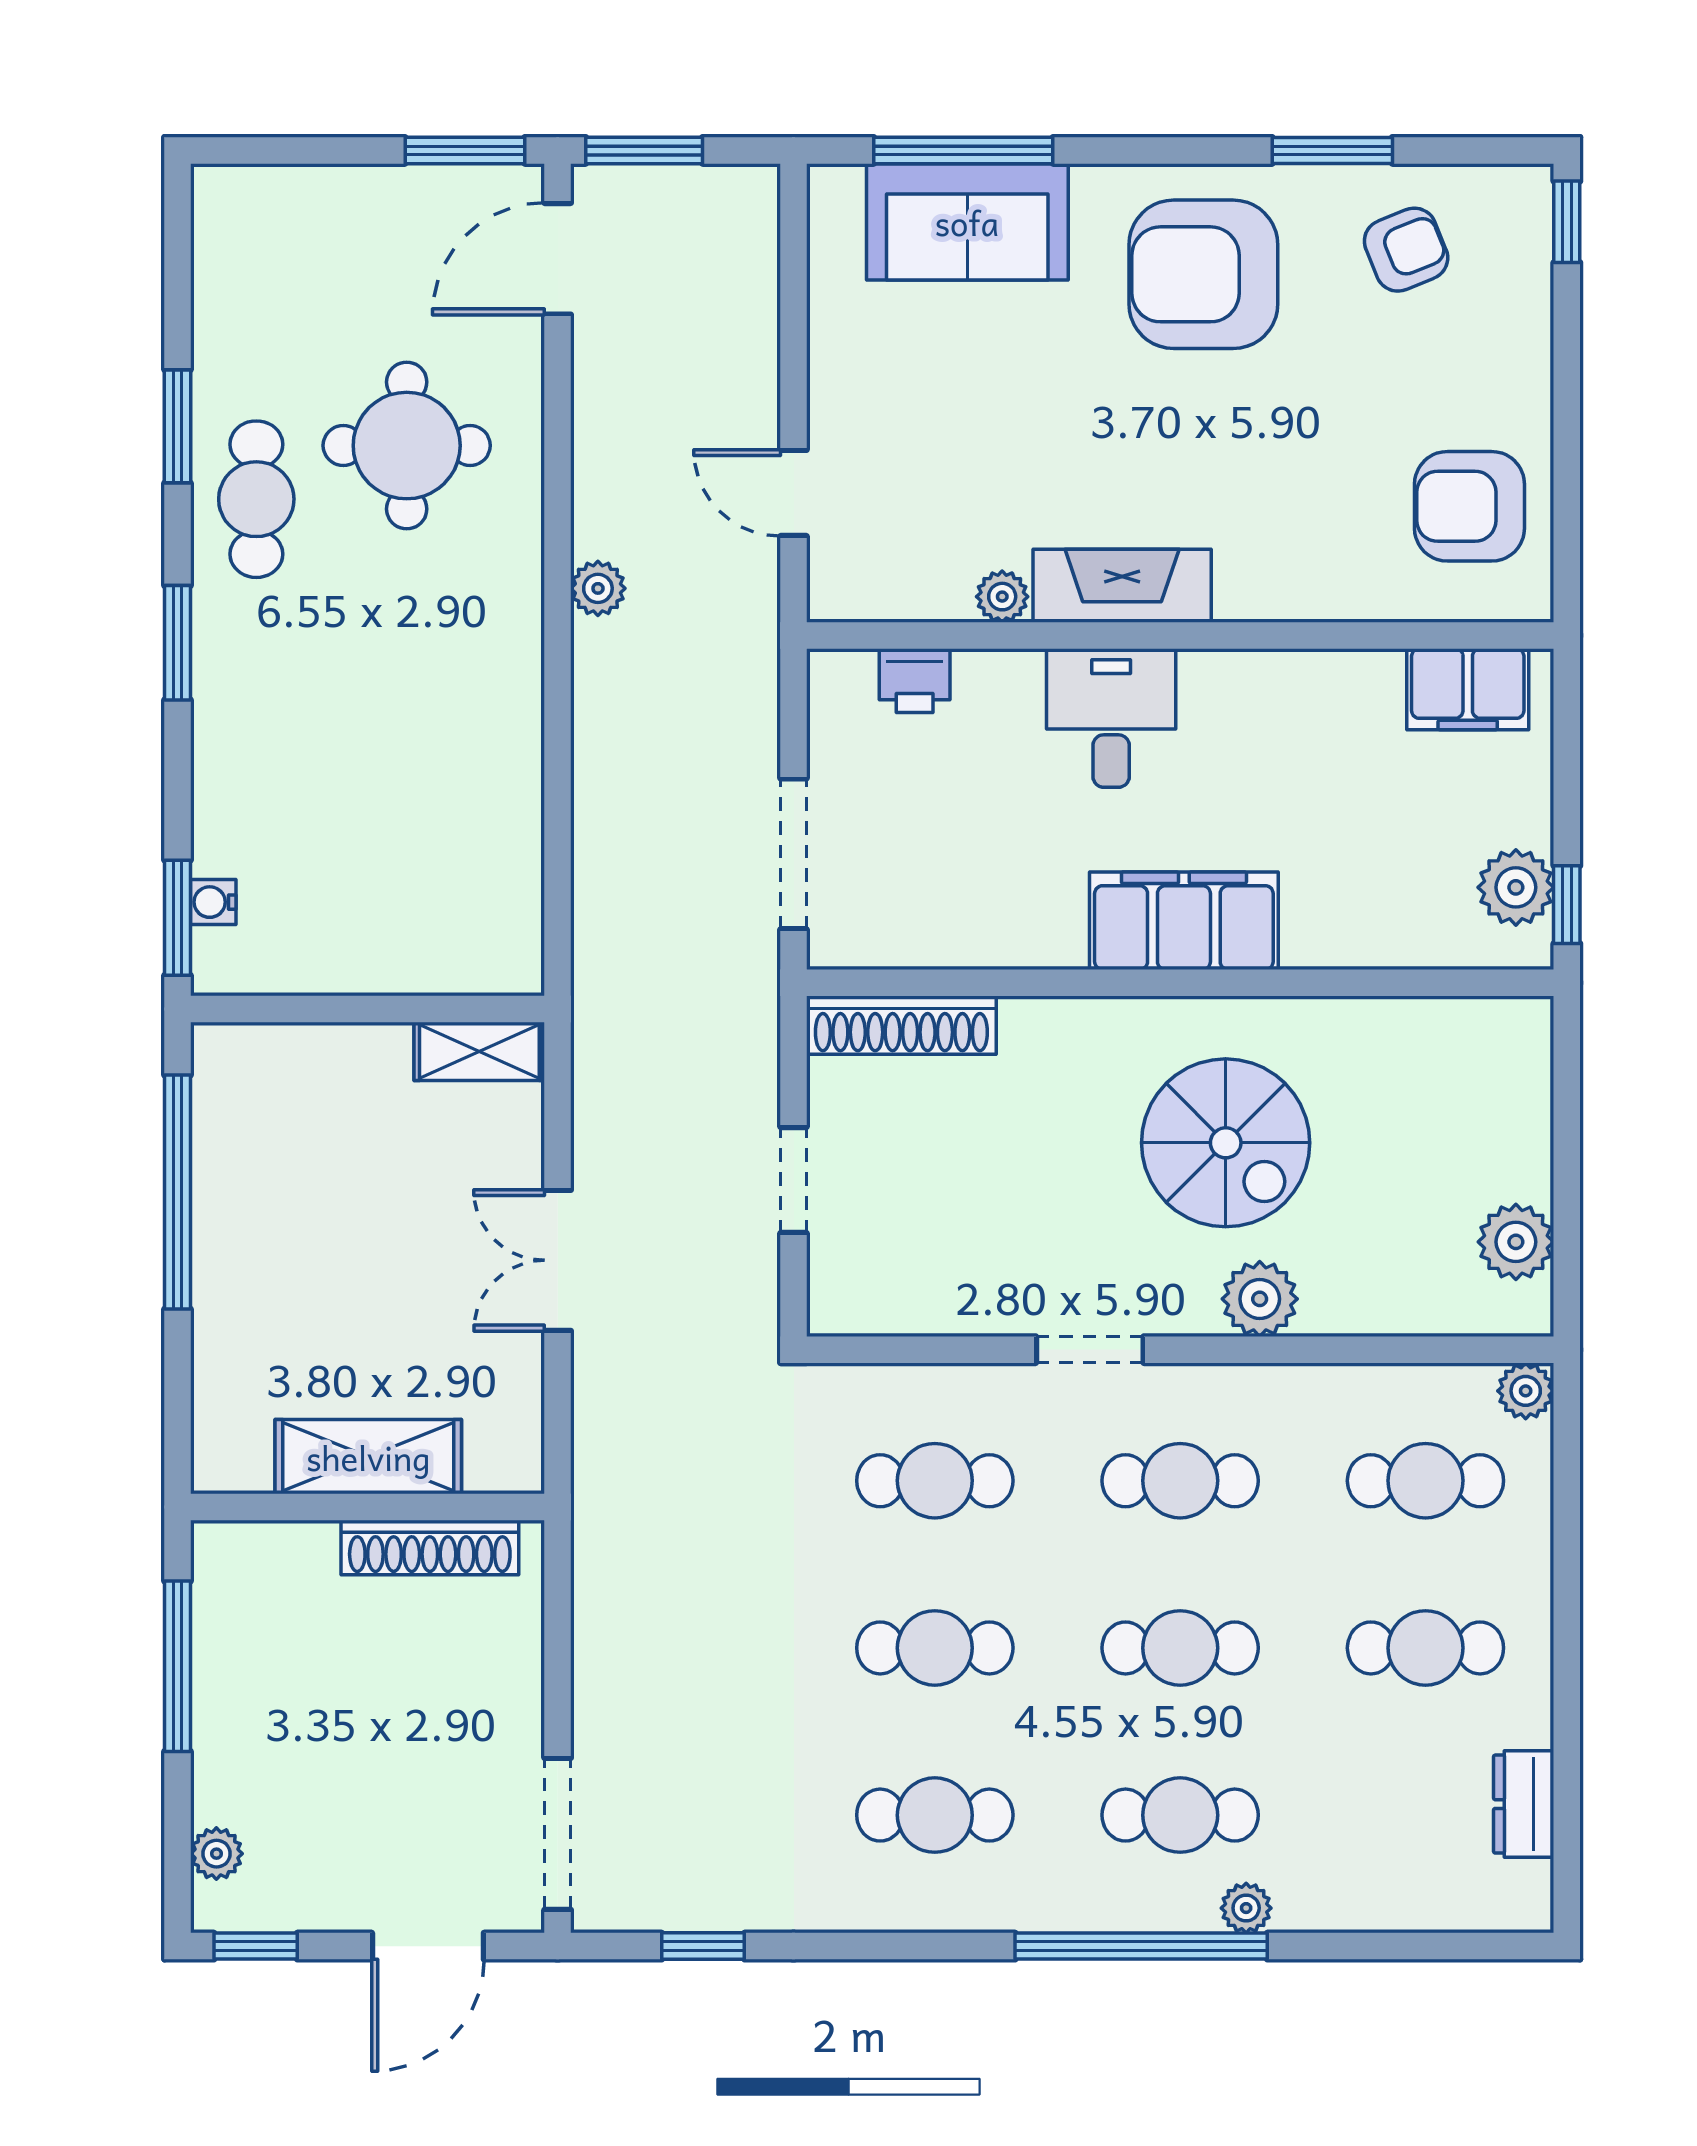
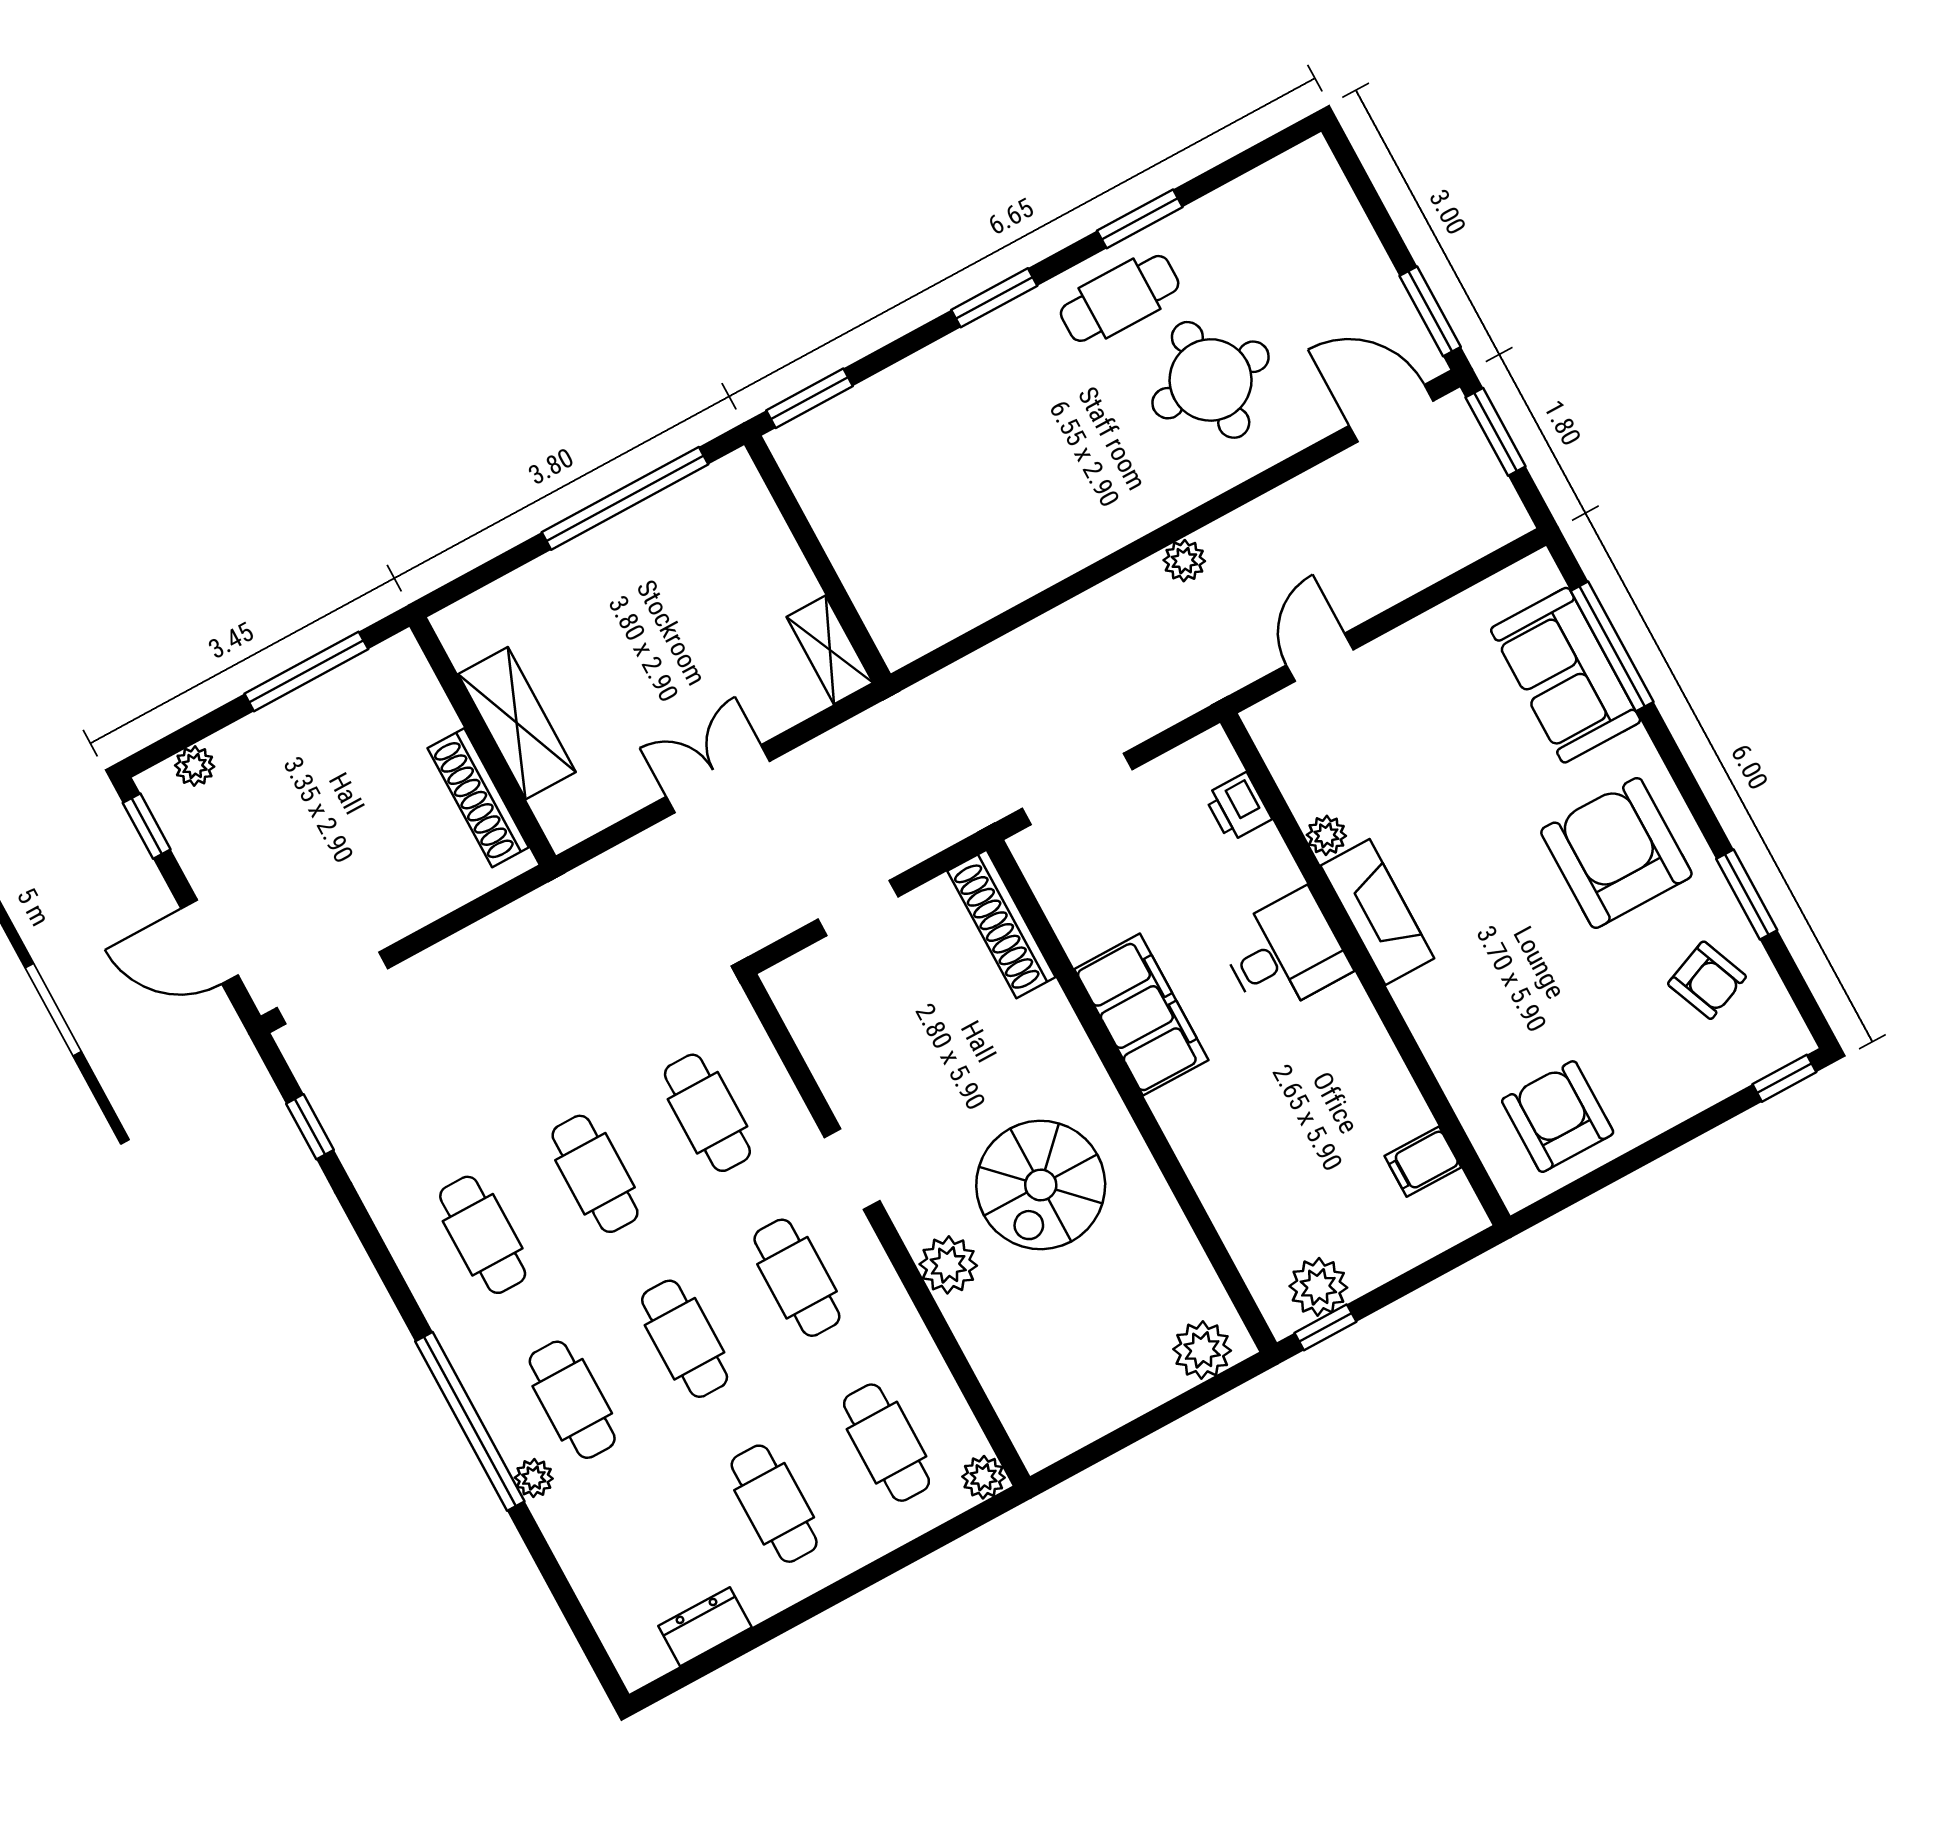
filing cabinet: (1468, 689) -> (1423, 1162), width x0.50
water cooler: (213, 902) -> (833, 417), removed
filing cabinet: (1184, 921) -> (1141, 1015), moved
plant: (1516, 1242) -> (1202, 1350), moved

